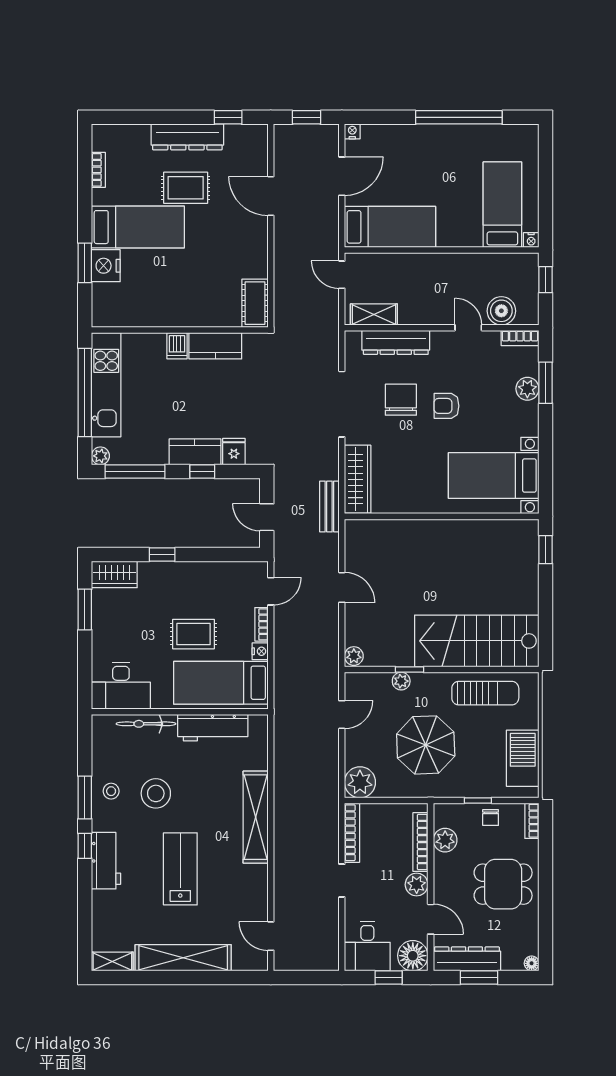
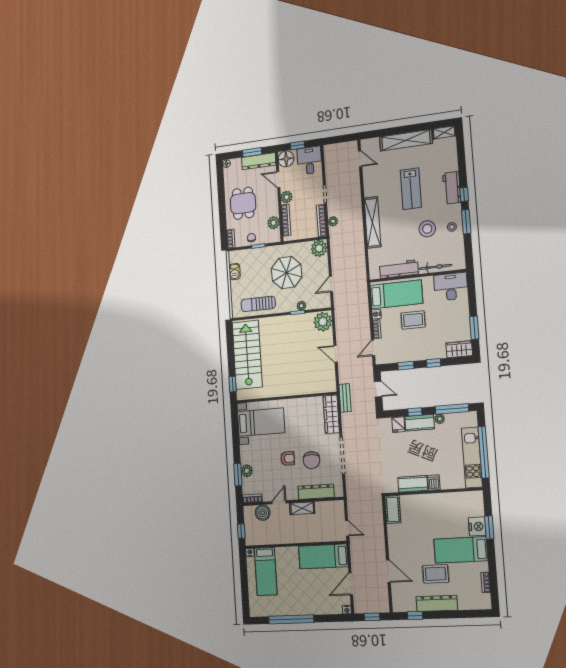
shelving: (374, 314) -> (302, 508), moved
door: (468, 328) -> (279, 502), swing flipped
plant: (100, 456) -> (440, 419), moved
window: (213, 555) -> (406, 366), added
stairs: (477, 641) -> (247, 355), moved, turned -90
plant: (354, 656) -> (323, 322), width x1.88, depth x1.88
barbecue: (523, 758) -> (235, 272), width x0.53, depth x0.65
plant: (330, 828) -> (333, 221), added
dining table: (503, 884) -> (243, 203), turned 90

